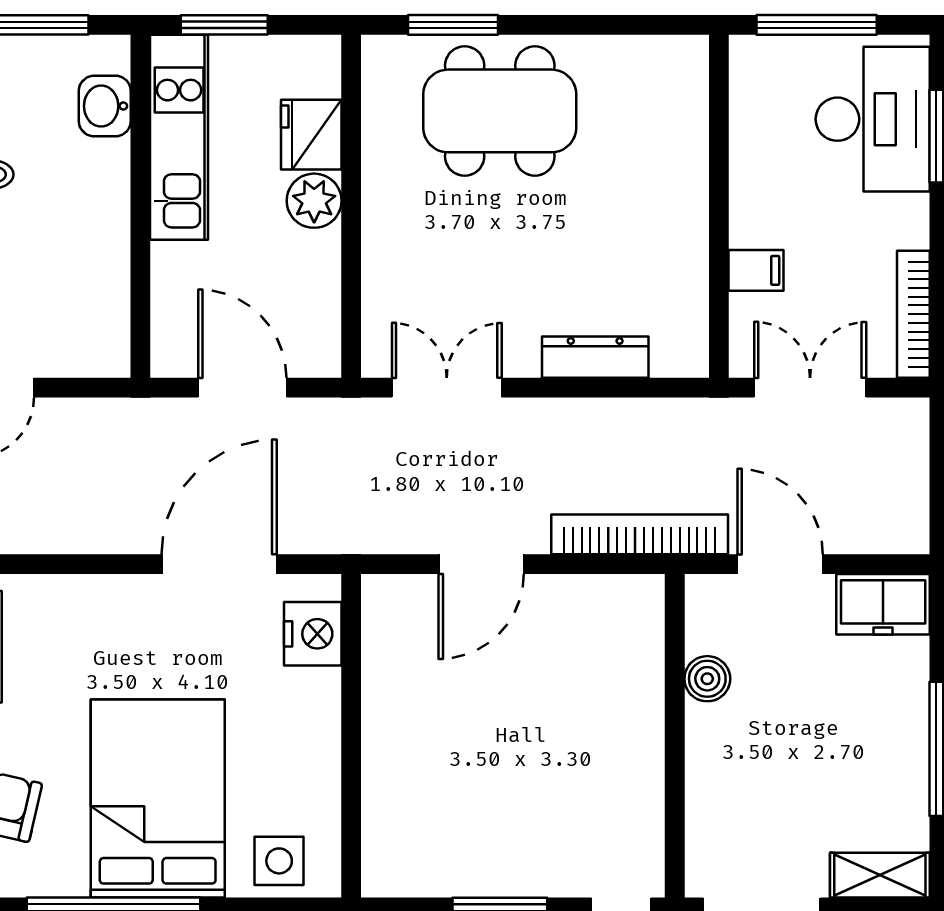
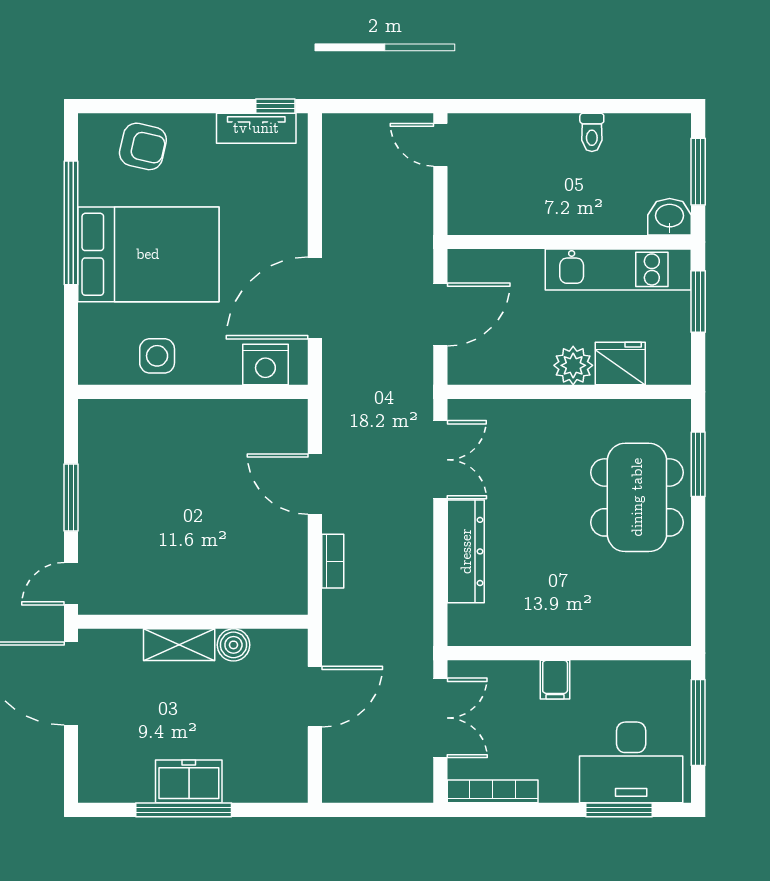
washbasin: (105, 106) -> (670, 217), moved
filing cabinet: (756, 270) -> (555, 680), moved
dresser: (595, 357) -> (466, 551), width x1.37, depth x1.24
bookcase: (640, 534) -> (333, 561), width x0.43, depth x0.76
door: (219, 564) -> (315, 298), swing flipped
freezer: (883, 604) -> (189, 781), moved, turned 90
side table: (279, 861) -> (157, 356), moved
shelving: (880, 875) -> (179, 645), moved, turned 90

